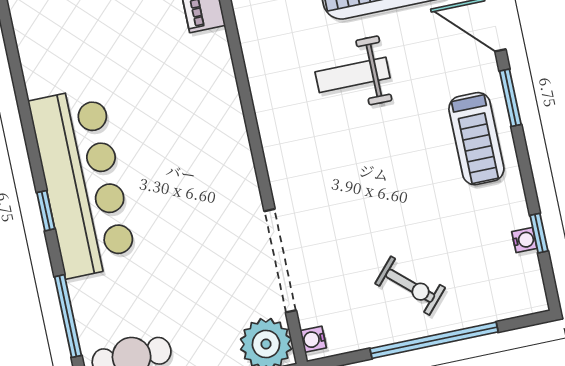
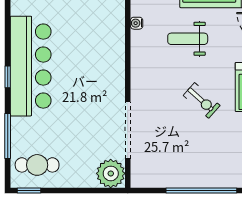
exercise bike: (410, 286) -> (202, 100), moved
water cooler: (313, 339) -> (137, 23), moved

